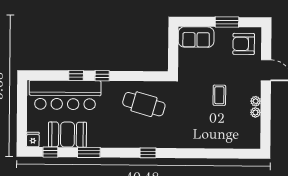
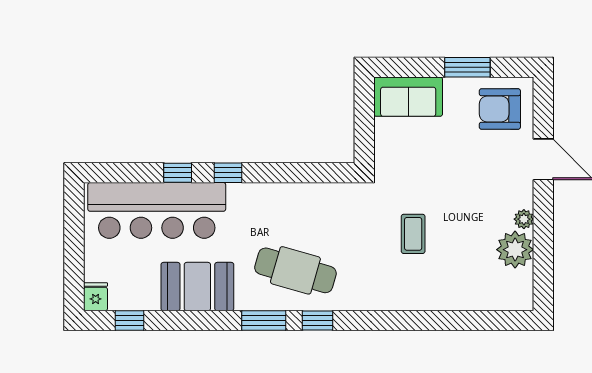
coffee table: (219, 95) -> (413, 234), moved
cafe table: (144, 104) -> (295, 270), moved
plant: (255, 112) -> (515, 250), width x1.87, depth x1.87
booth: (67, 135) -> (197, 287), moved
window: (89, 152) -> (264, 321), moved

